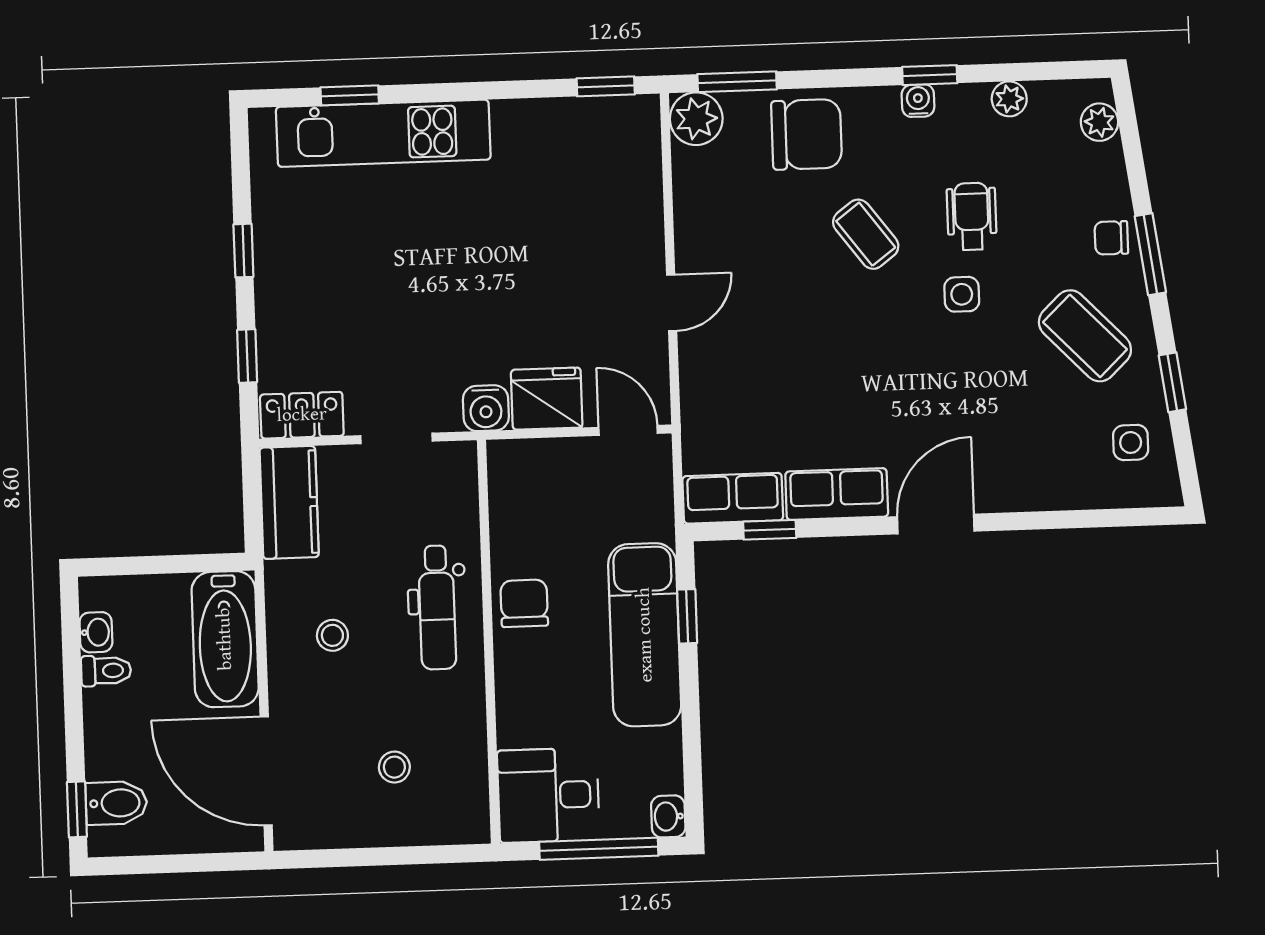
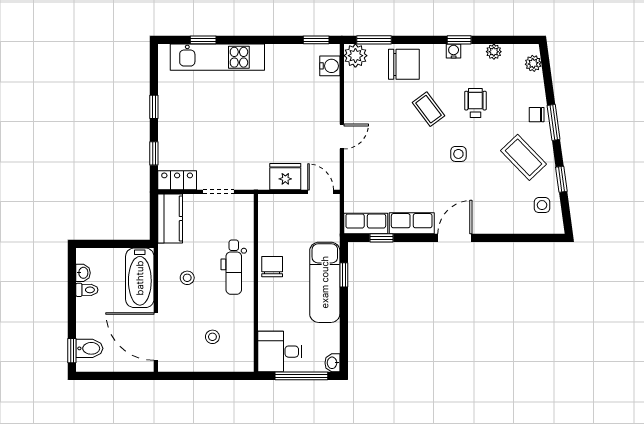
side table: (962, 294) -> (458, 154), moved
water cooler: (486, 408) -> (330, 66), moved, turned -90

